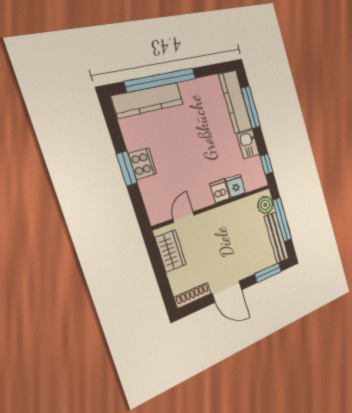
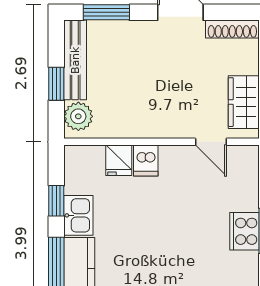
window: (267, 164) -> (56, 201), moved
door: (184, 217) -> (211, 142), hinge flipped
window: (282, 220) -> (56, 84), width x0.46

